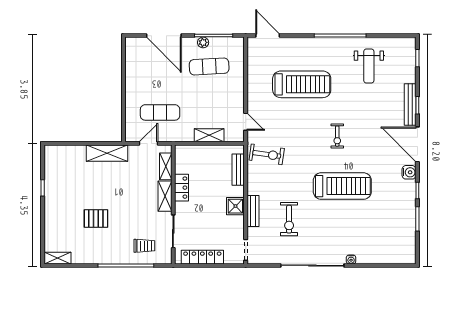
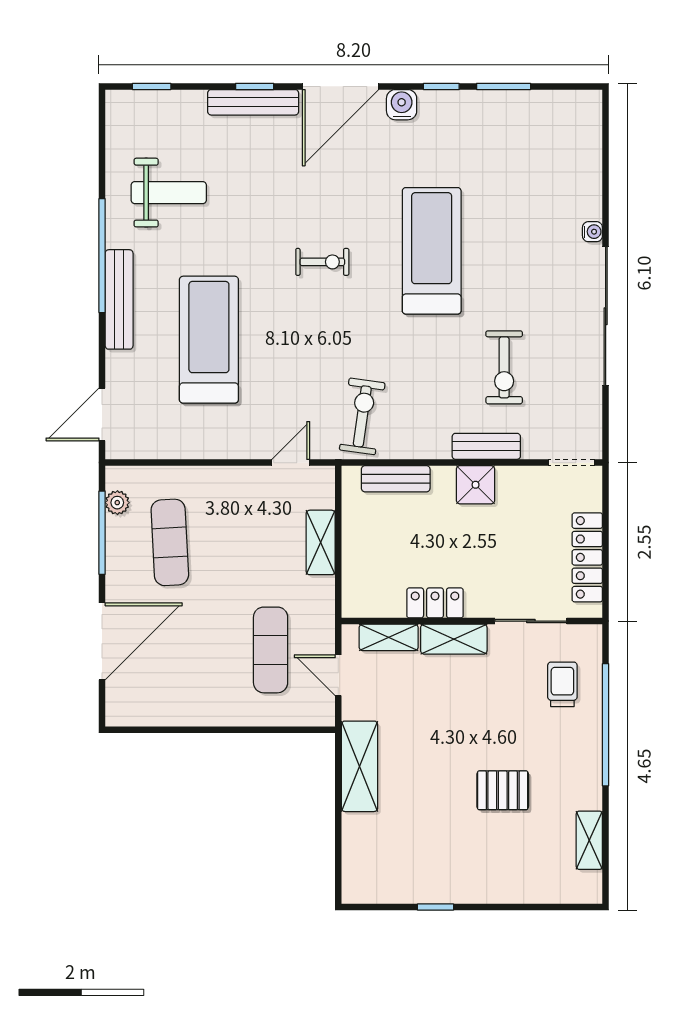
plant: (203, 42) -> (117, 503), moved
bench: (320, 43) -> (119, 299), added
pallet: (96, 218) -> (503, 790), turned 90
exercise bike: (289, 219) -> (504, 367), turned 90
shelving: (57, 258) -> (589, 840), moved

